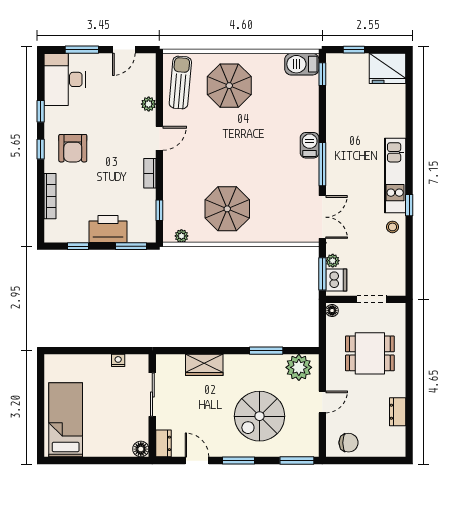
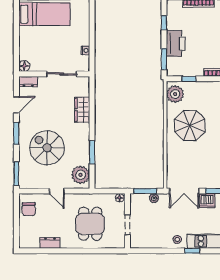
plant: (181, 236) -> (175, 94), width x1.88, depth x1.88
dishwasher: (336, 280) -> (207, 201), moved

